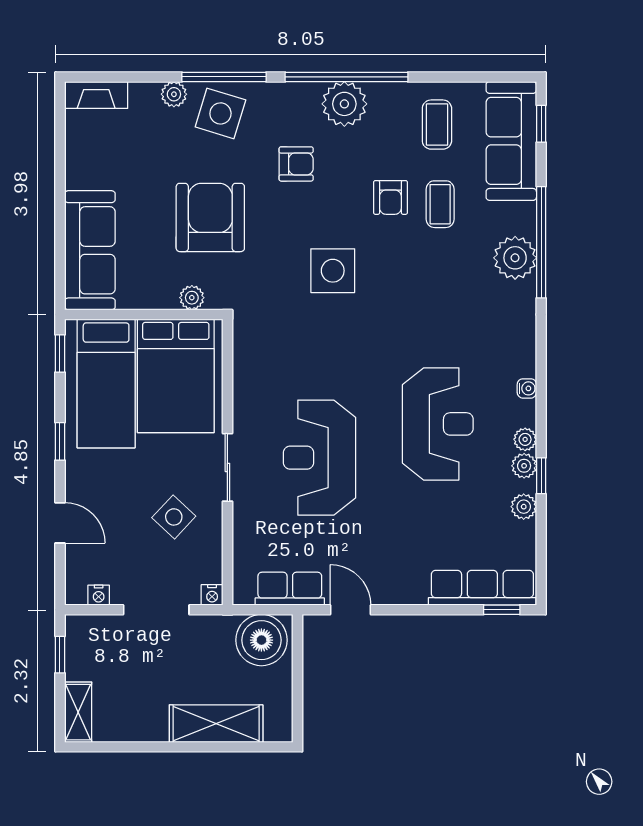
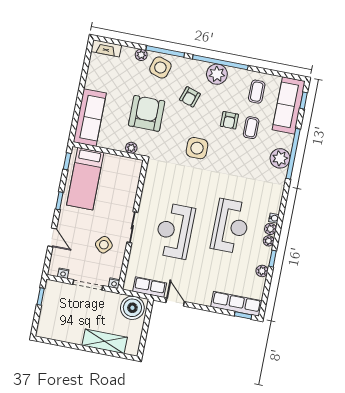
armchair: (296, 164) -> (190, 97), turned 108
bed: (176, 376) -> (117, 181), removed
plant: (524, 466) -> (270, 229), moved
shelving: (78, 712) -> (44, 324), removed

